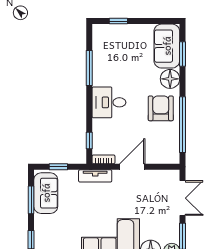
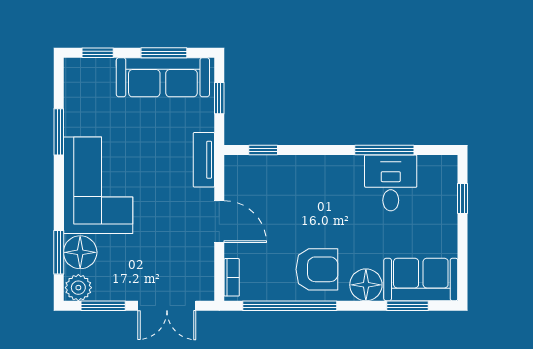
desk: (109, 102) -> (391, 183), moved
bookcase: (104, 159) -> (232, 277), moved
sofa: (46, 193) -> (163, 77), width x1.36

